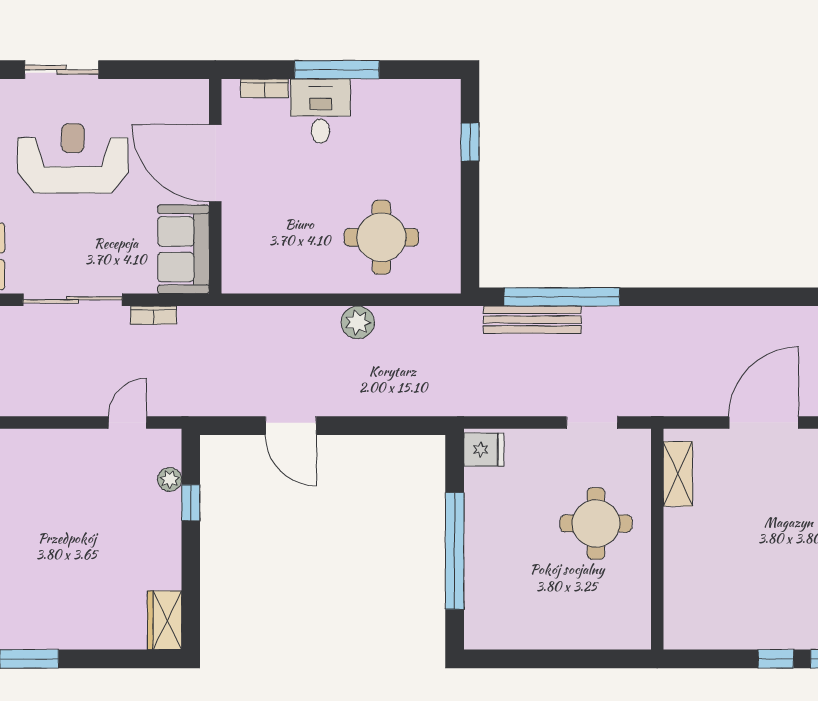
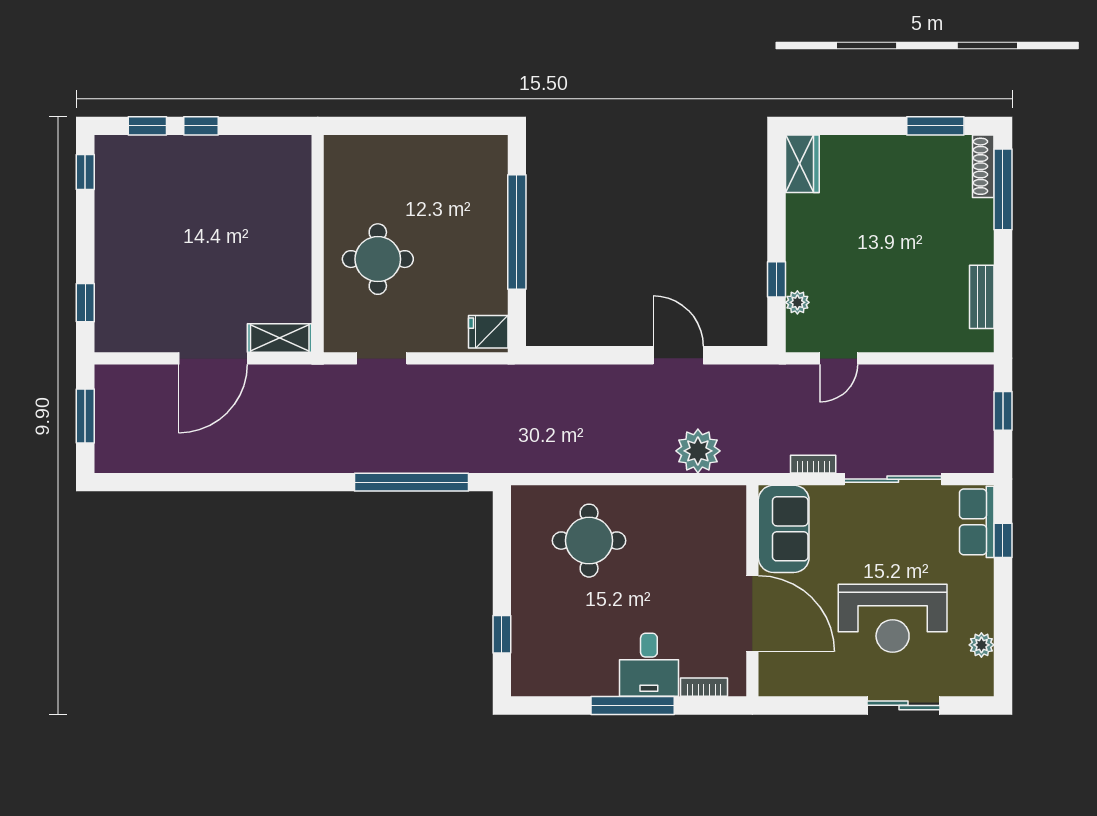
bench: (532, 320) -> (441, 460), removed
plant: (358, 322) -> (698, 451), moved, width x1.36, depth x1.36
shelving: (678, 474) -> (280, 338), moved, turned 90

